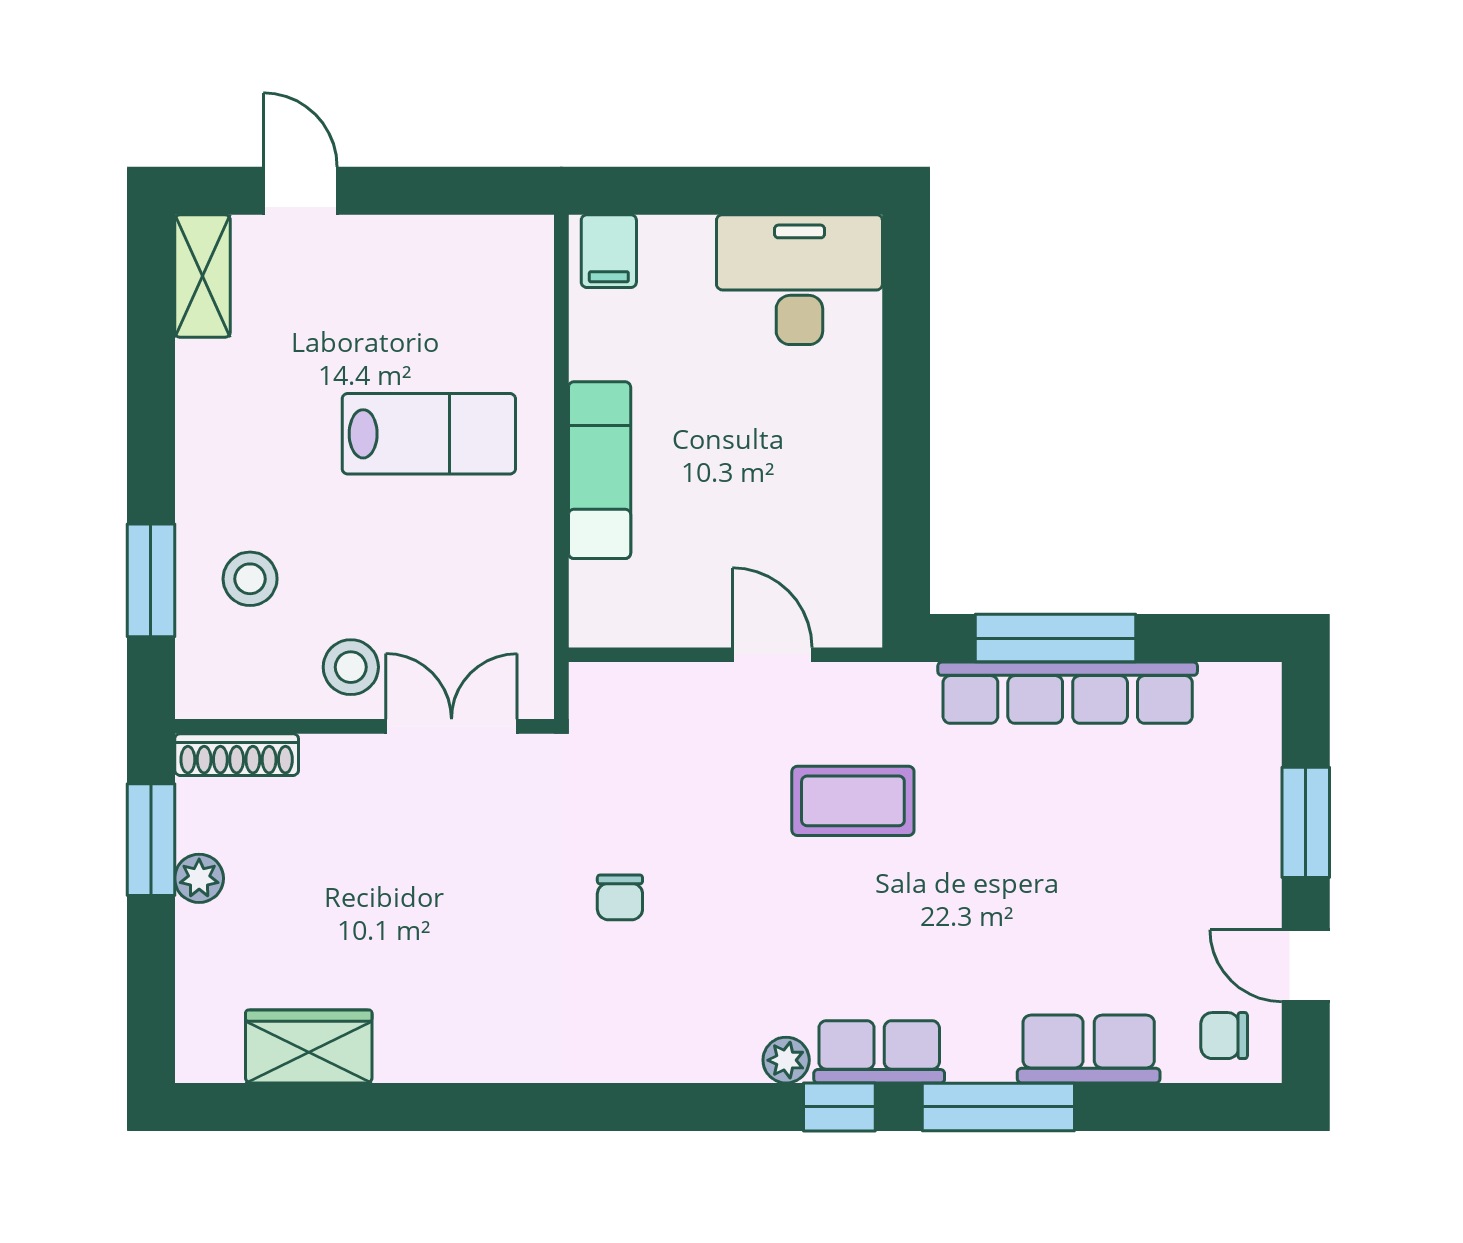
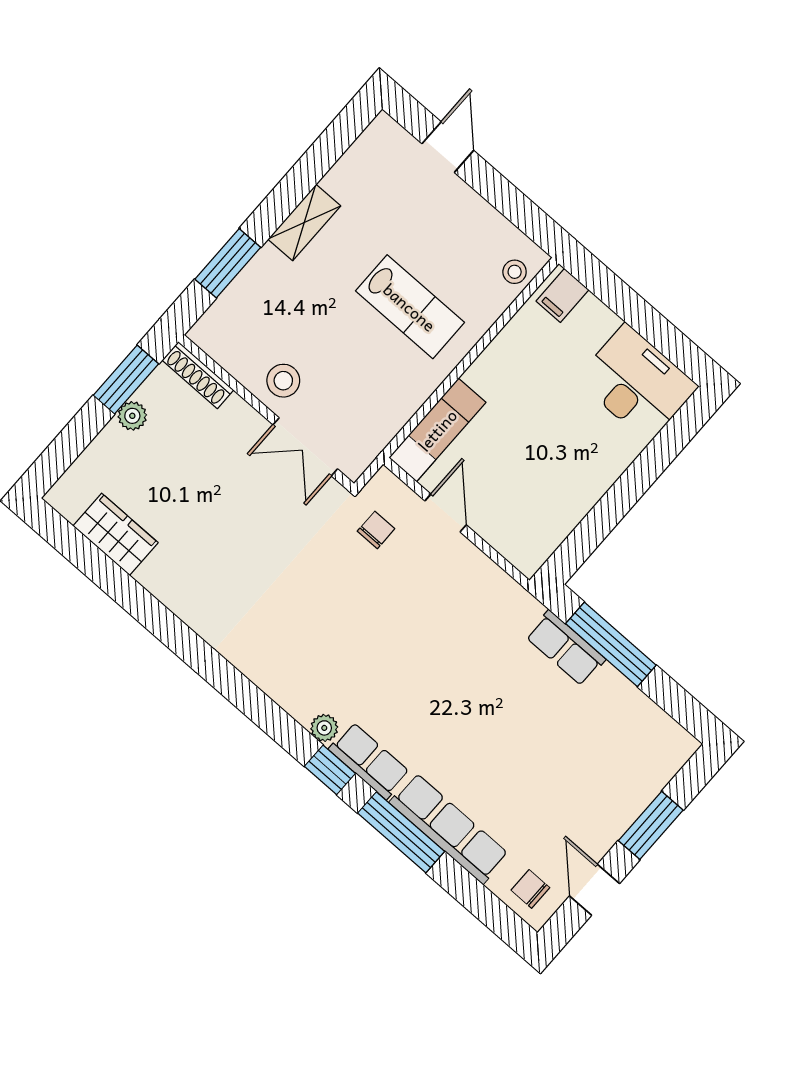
shelving: (202, 276) -> (304, 222), moved
exam couch: (600, 470) -> (437, 430), moved
stool: (250, 579) -> (515, 272), moved, width x0.73, depth x0.73
door: (772, 655) -> (446, 513), moved
row of seats: (1068, 693) -> (566, 648), width x0.50
double door: (452, 726) -> (305, 447), swing flipped
coffee table: (853, 801) -> (456, 638), removed
chair: (620, 897) -> (376, 530), moved, turned 180
row of seats: (1089, 1049) -> (449, 828), width x1.48

